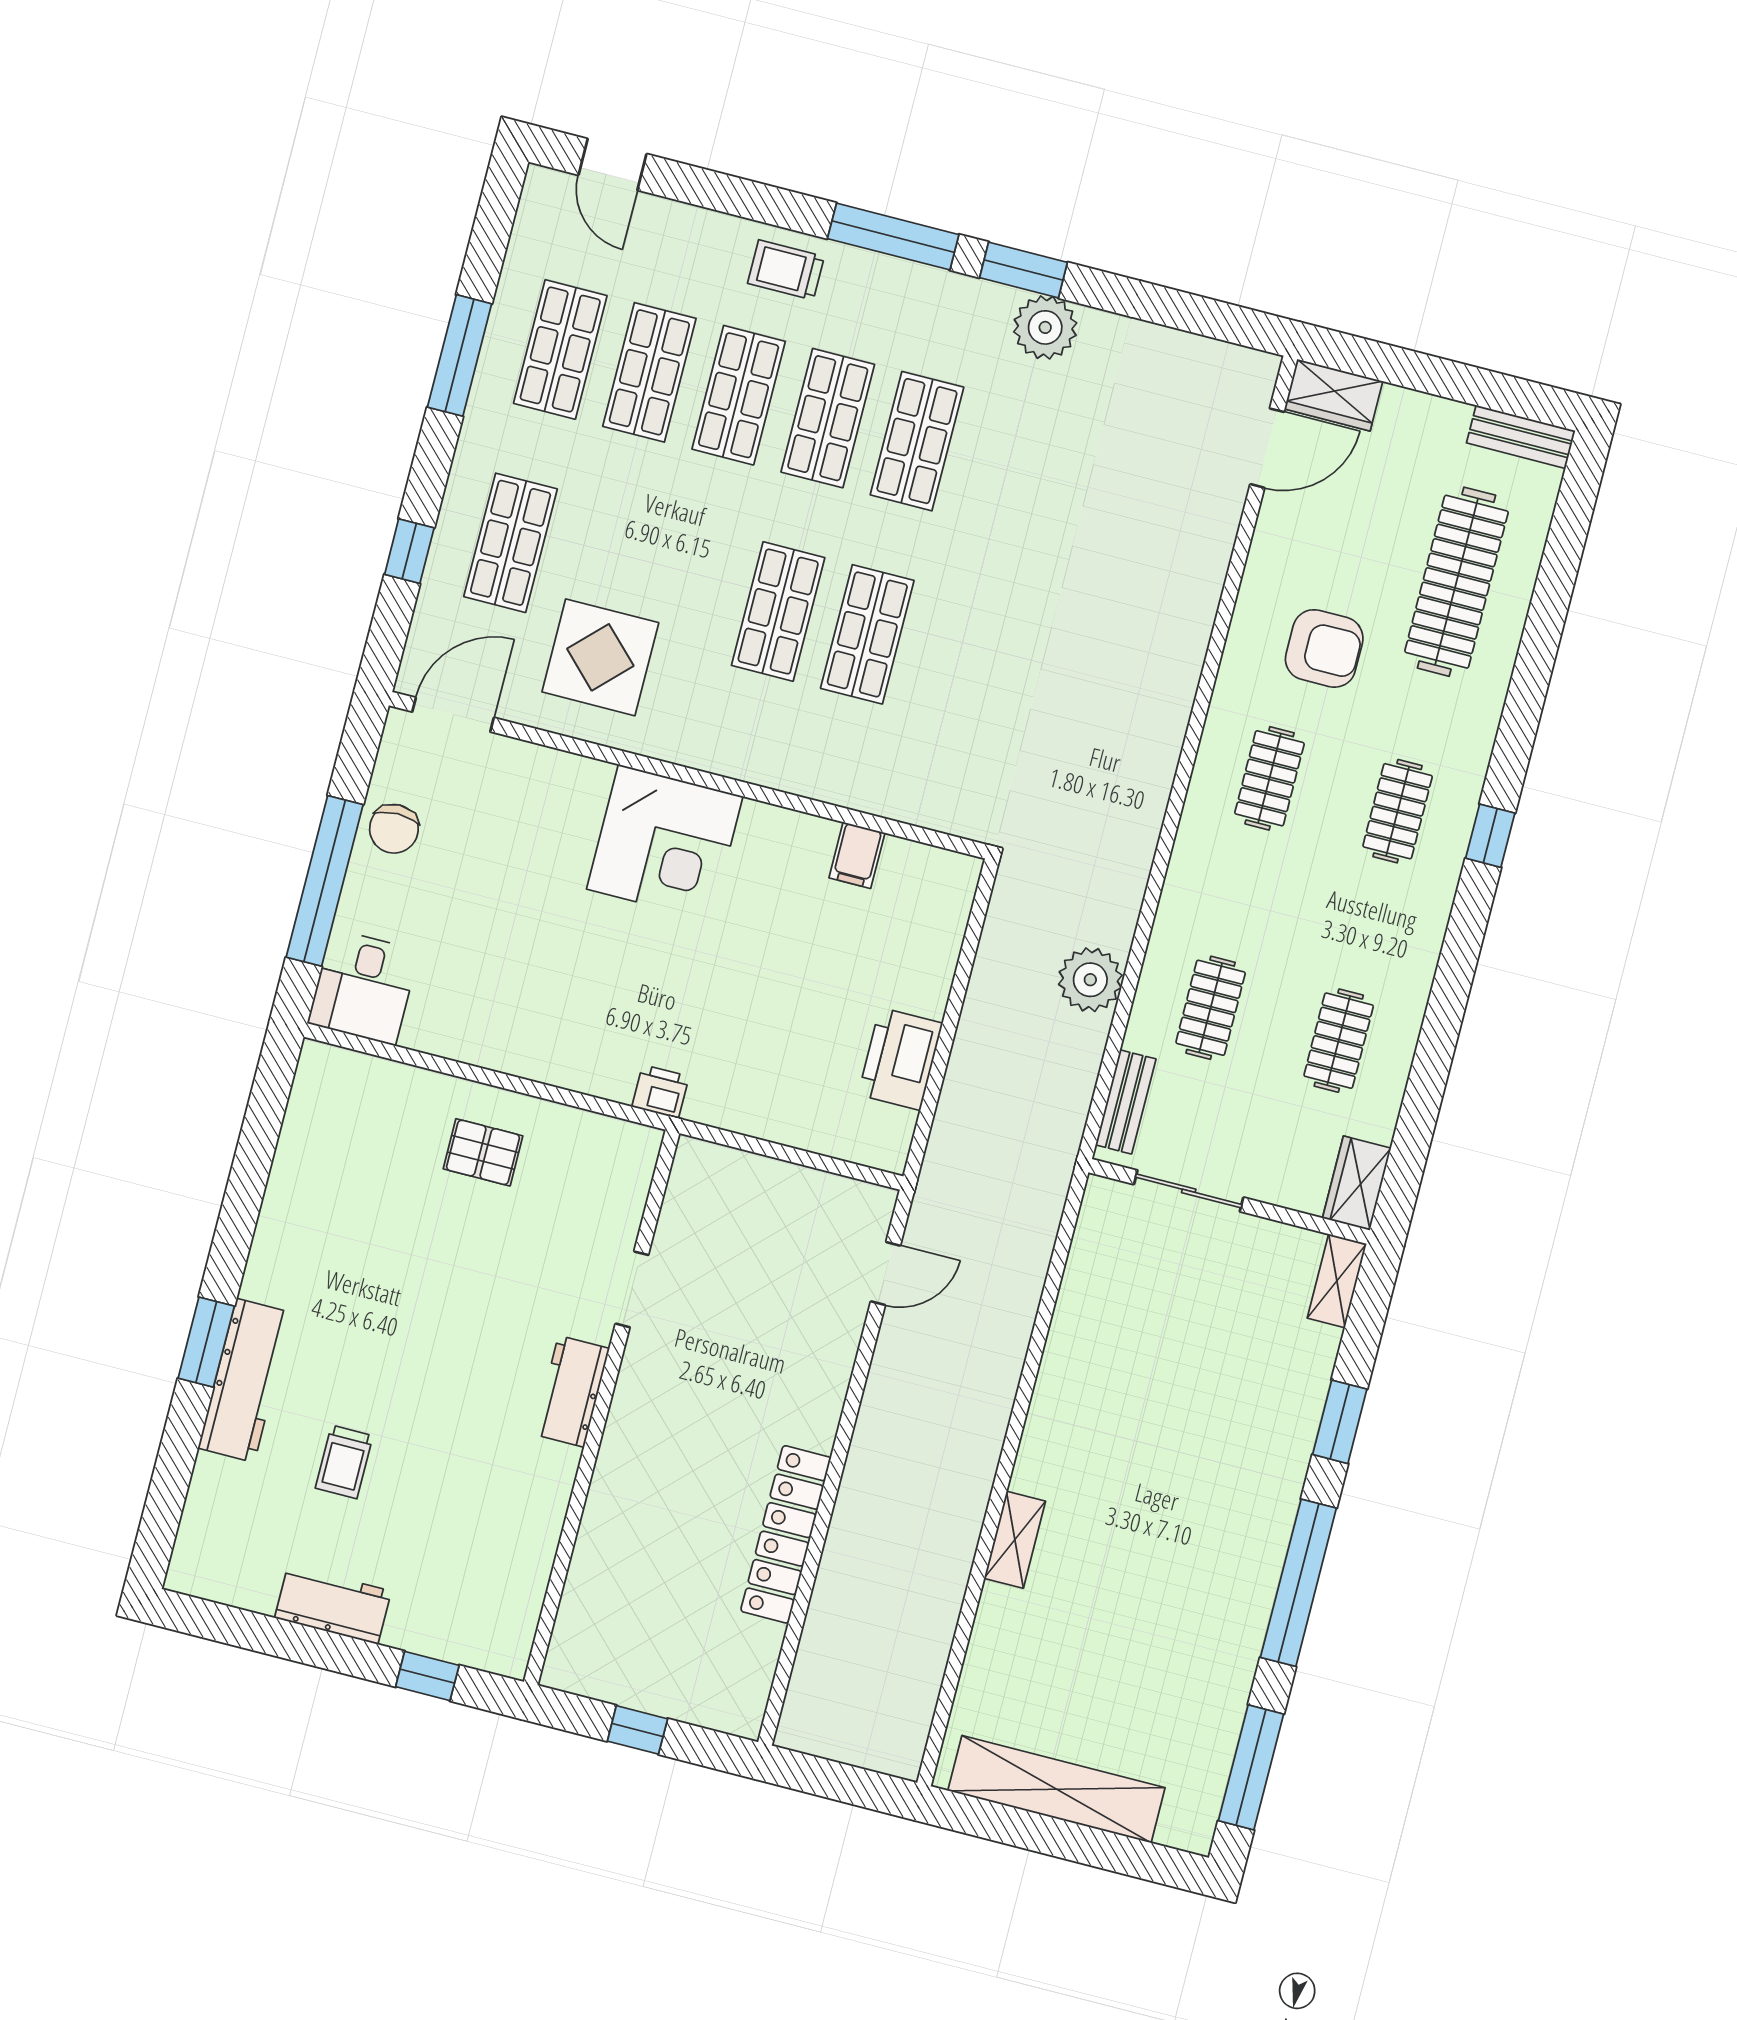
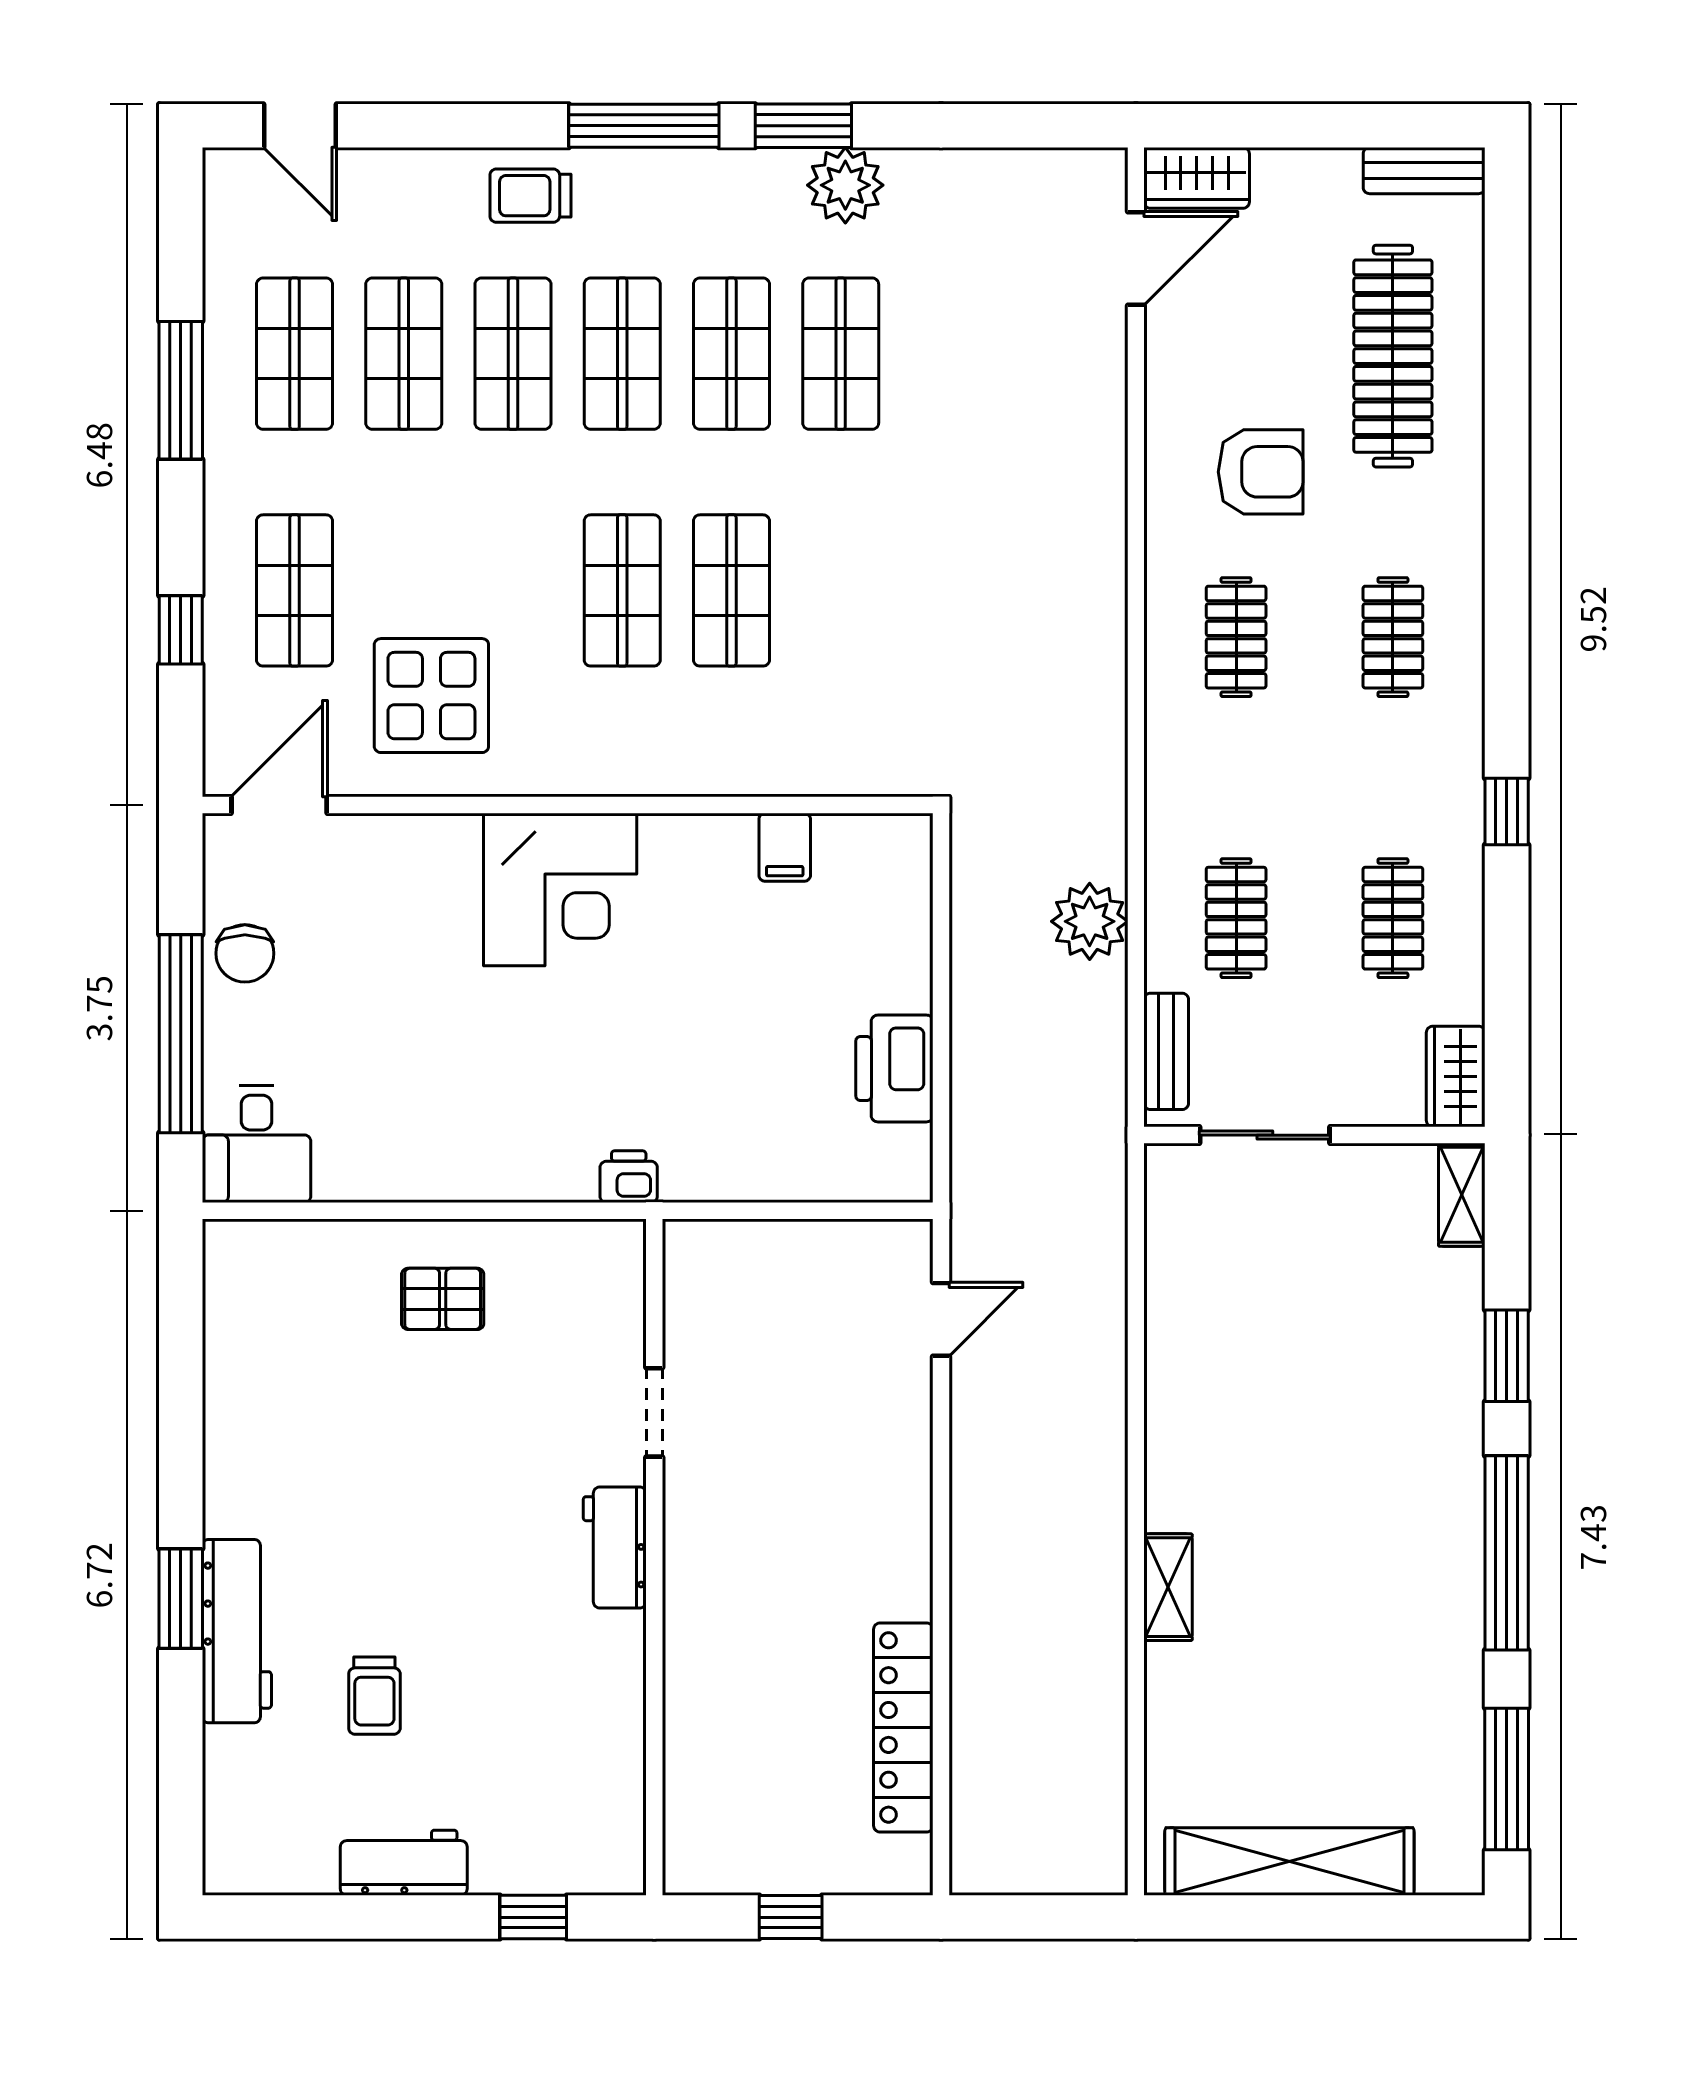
shop shelf: (1006, 464) -> (841, 354), added
window: (1490, 836) -> (1507, 812), moved
locker: (786, 1534) -> (903, 1727), moved

